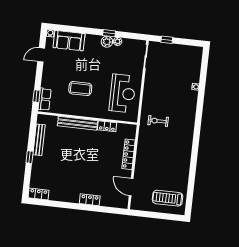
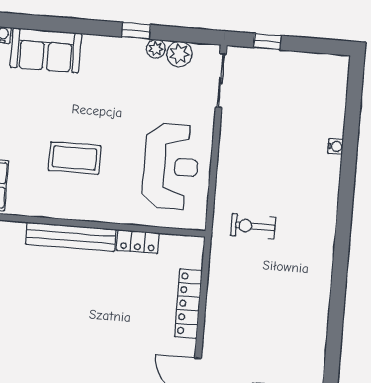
plant: (107, 42) -> (179, 54), moved

